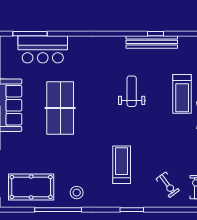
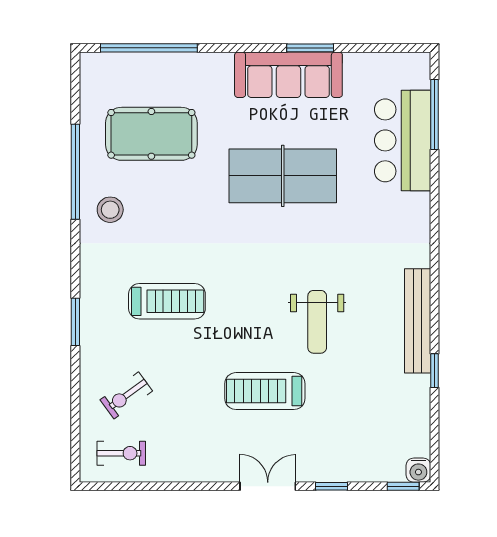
bench: (152, 42) -> (418, 321), moved
weight bench: (132, 91) -> (317, 322), turned 90
treadmill: (182, 94) -> (265, 391), moved
pool table: (31, 187) -> (151, 134), moved, turned 90

